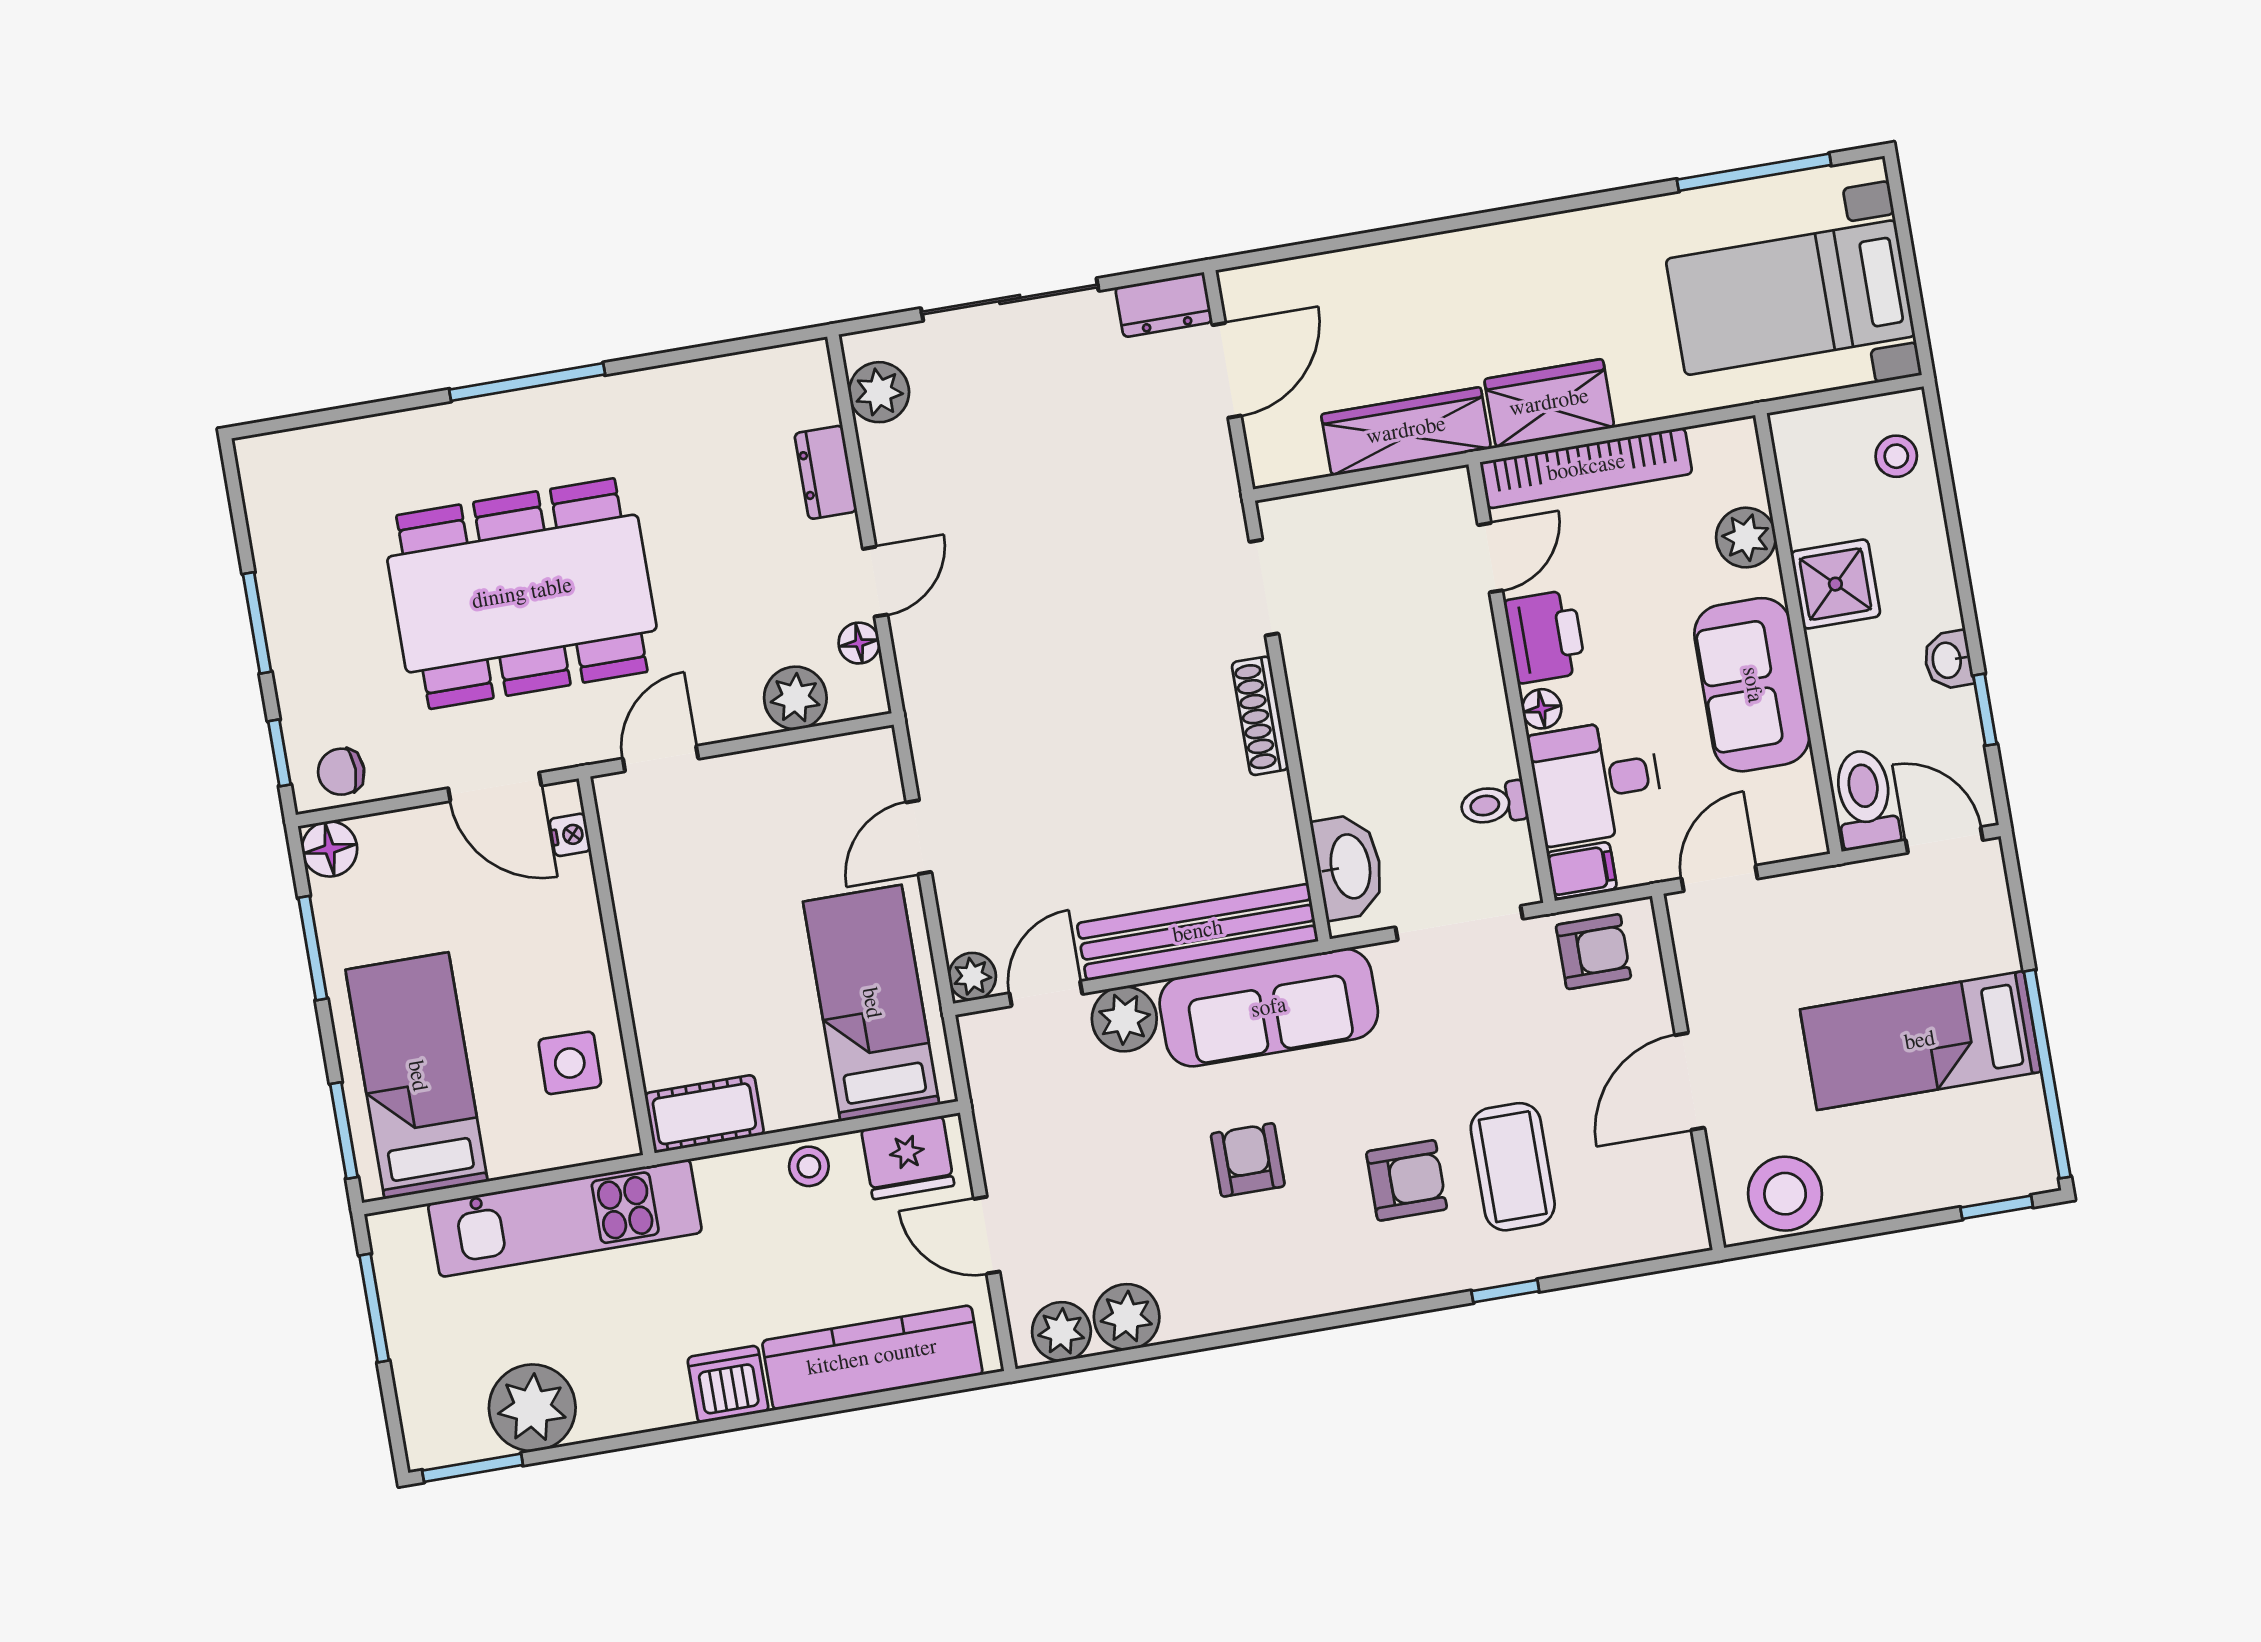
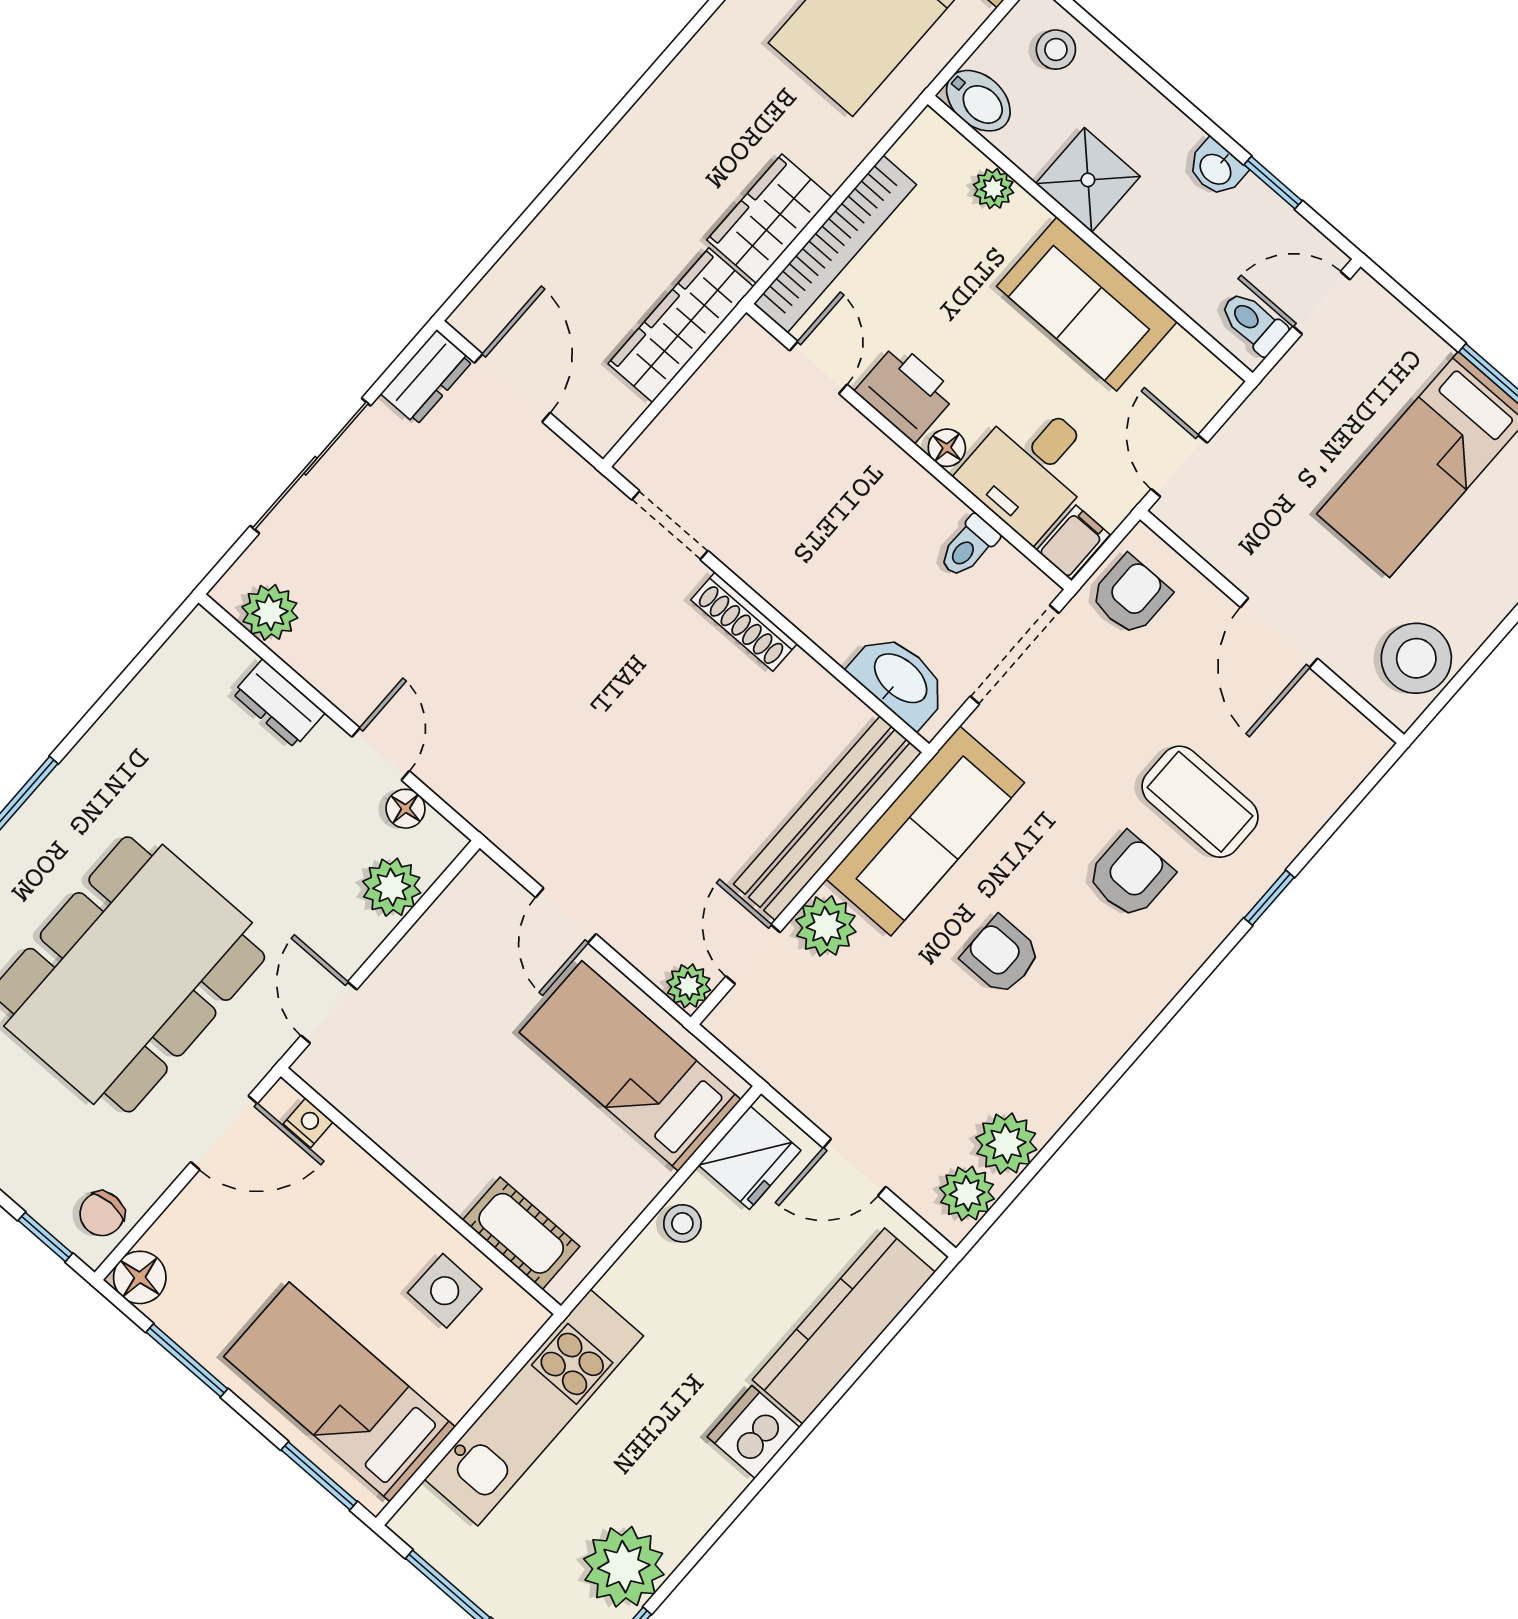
bidet: (1799, 446) -> (978, 101), added
plant: (1746, 538) -> (993, 189), width x0.73, depth x0.73
toilet: (1865, 799) -> (1253, 323), width x0.73, depth x0.72
cot: (704, 1114) -> (521, 1233), moved, turned 90

